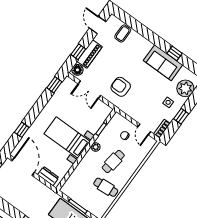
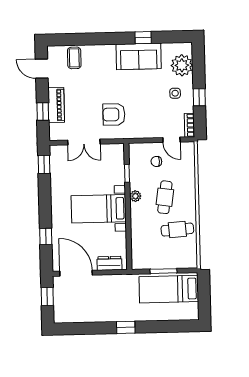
floor lamp: (77, 70) -> (56, 131), removed

